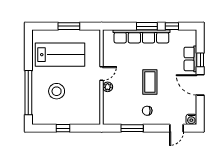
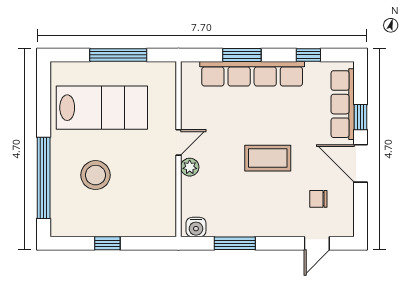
window: (69, 26) -> (118, 55), width x1.44
window: (147, 26) -> (242, 55), moved
row of seats: (190, 59) -> (343, 104), width x1.48
coffee table: (150, 82) -> (268, 158), turned 90
chair: (147, 111) -> (318, 199), moved
water cooler: (191, 119) -> (196, 227), moved

